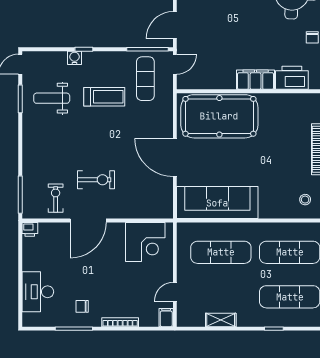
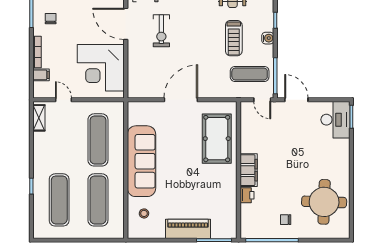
water cooler: (74, 58) -> (268, 38), moved
printer: (292, 78) -> (247, 195), width x0.53, depth x0.68
pool table: (219, 116) -> (217, 139), width x0.73, depth x0.76
sofa: (217, 203) -> (141, 161), moved
corner desk: (145, 242) -> (101, 68), width x1.36, depth x1.36
filing cabinet: (166, 318) -> (41, 75), moved
shelving: (221, 320) -> (39, 118), moved

